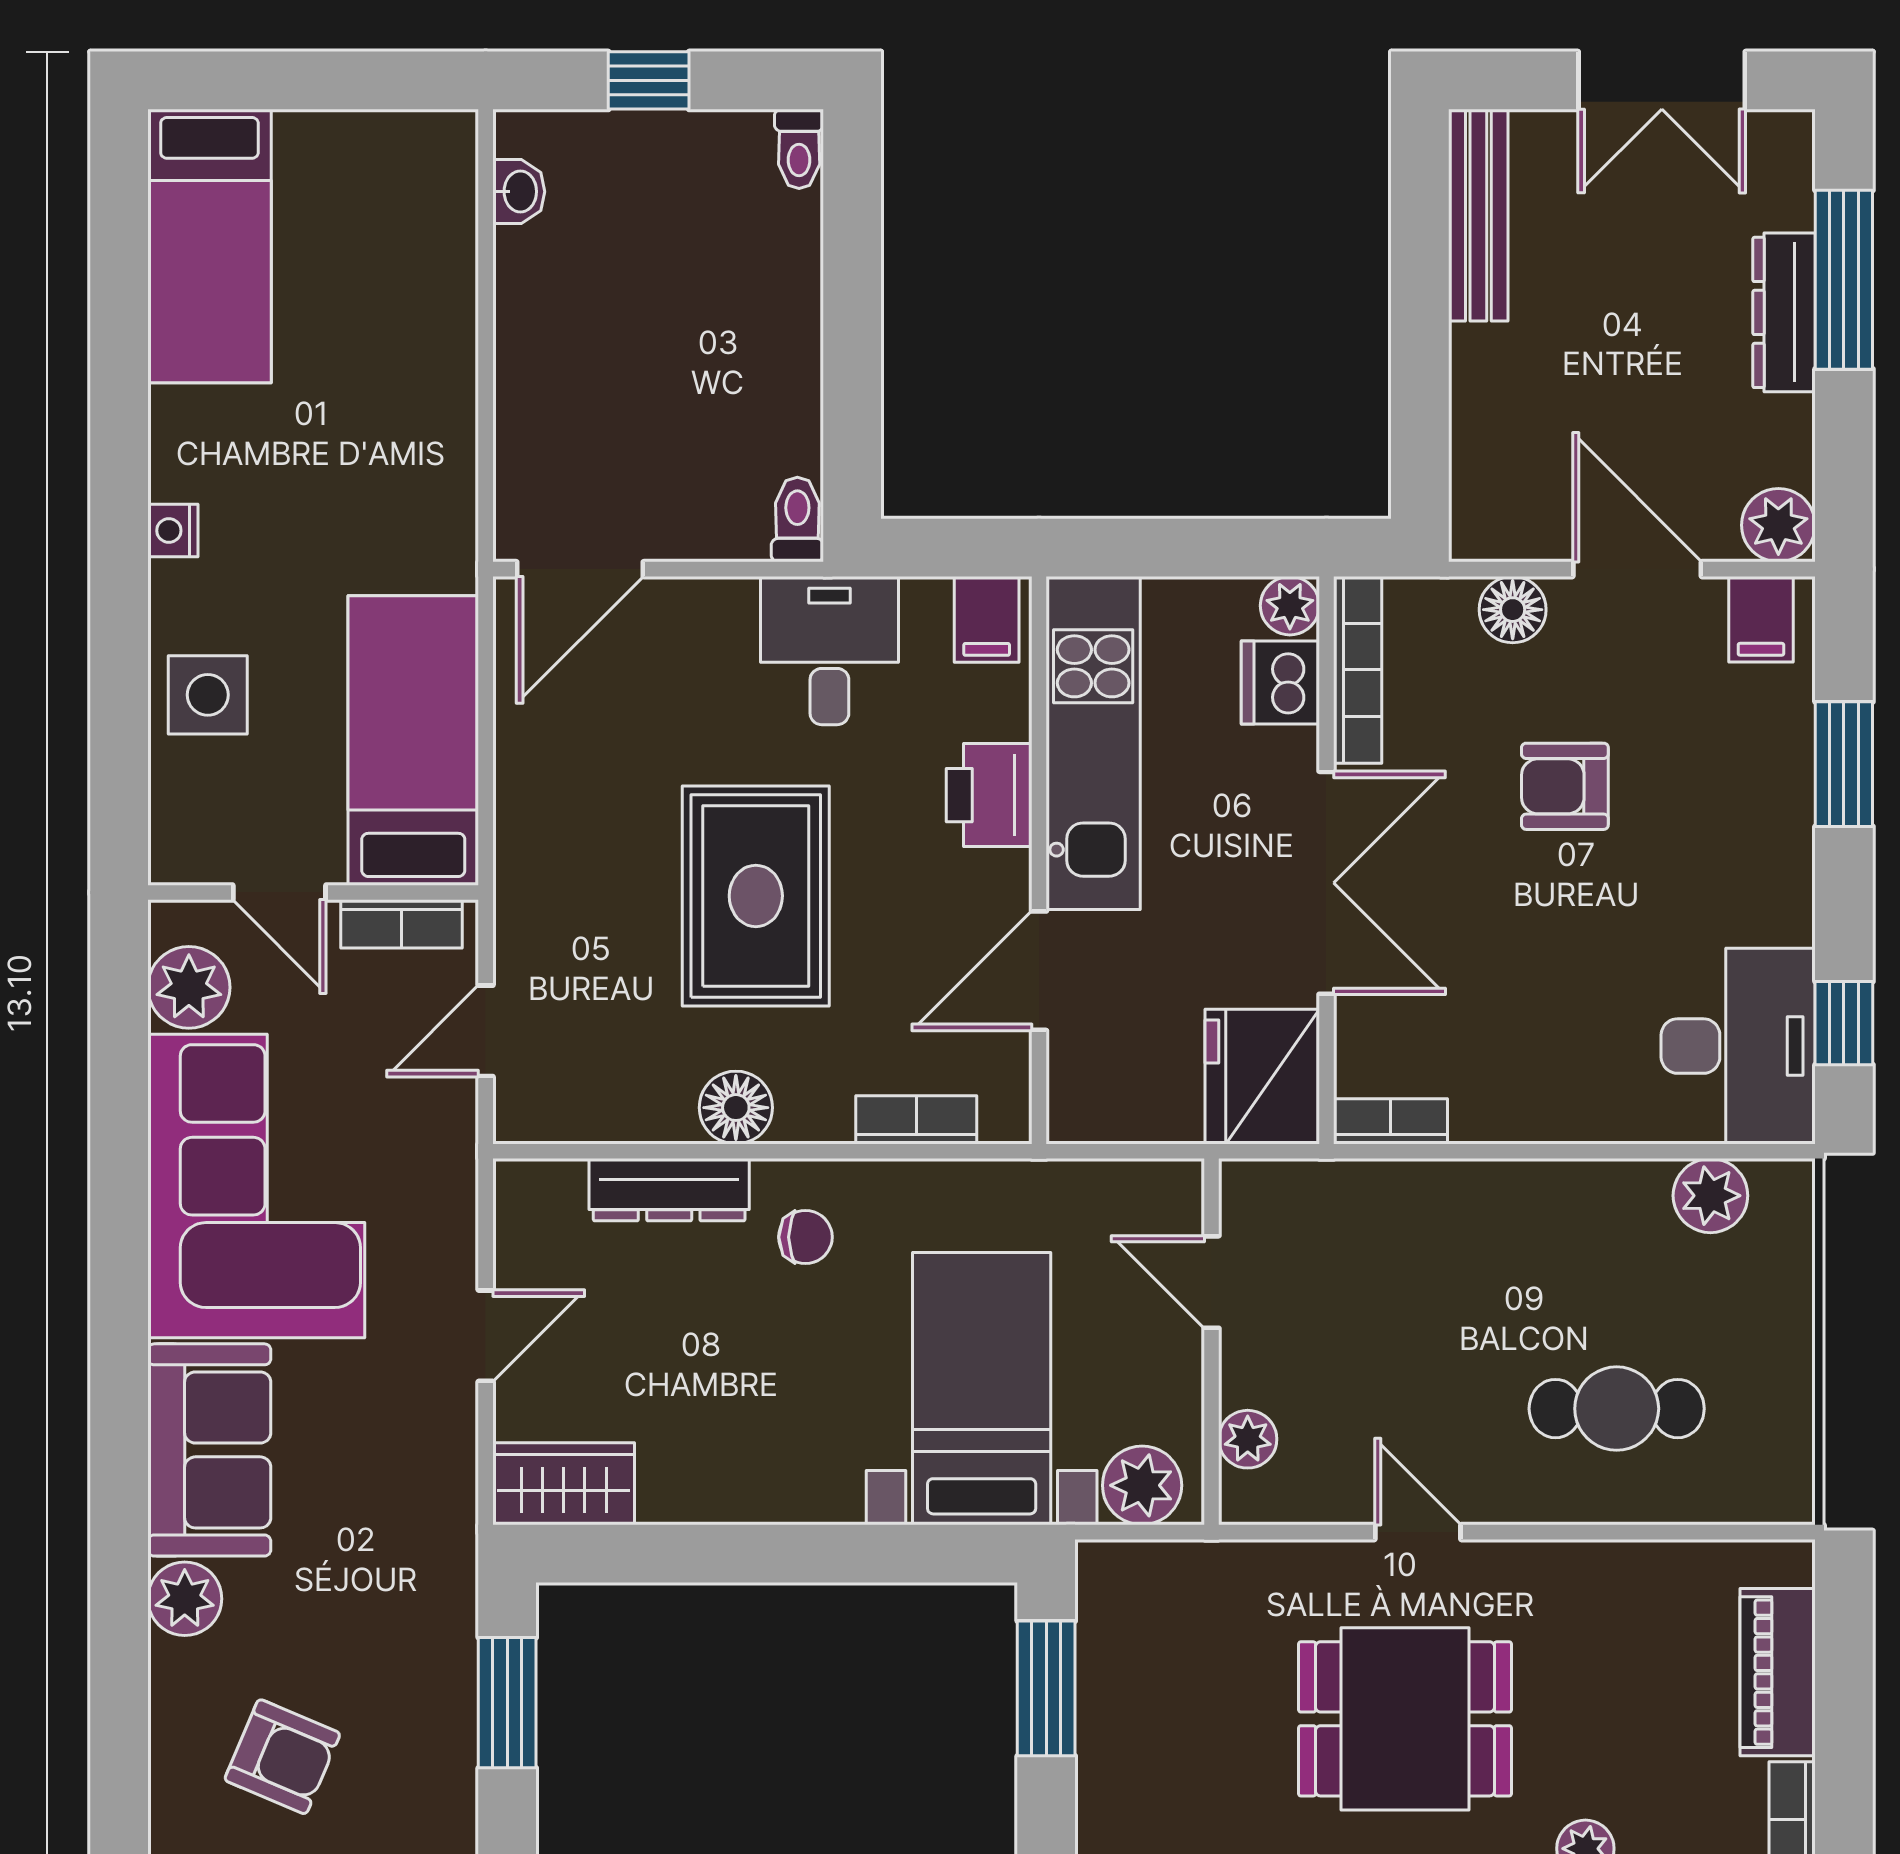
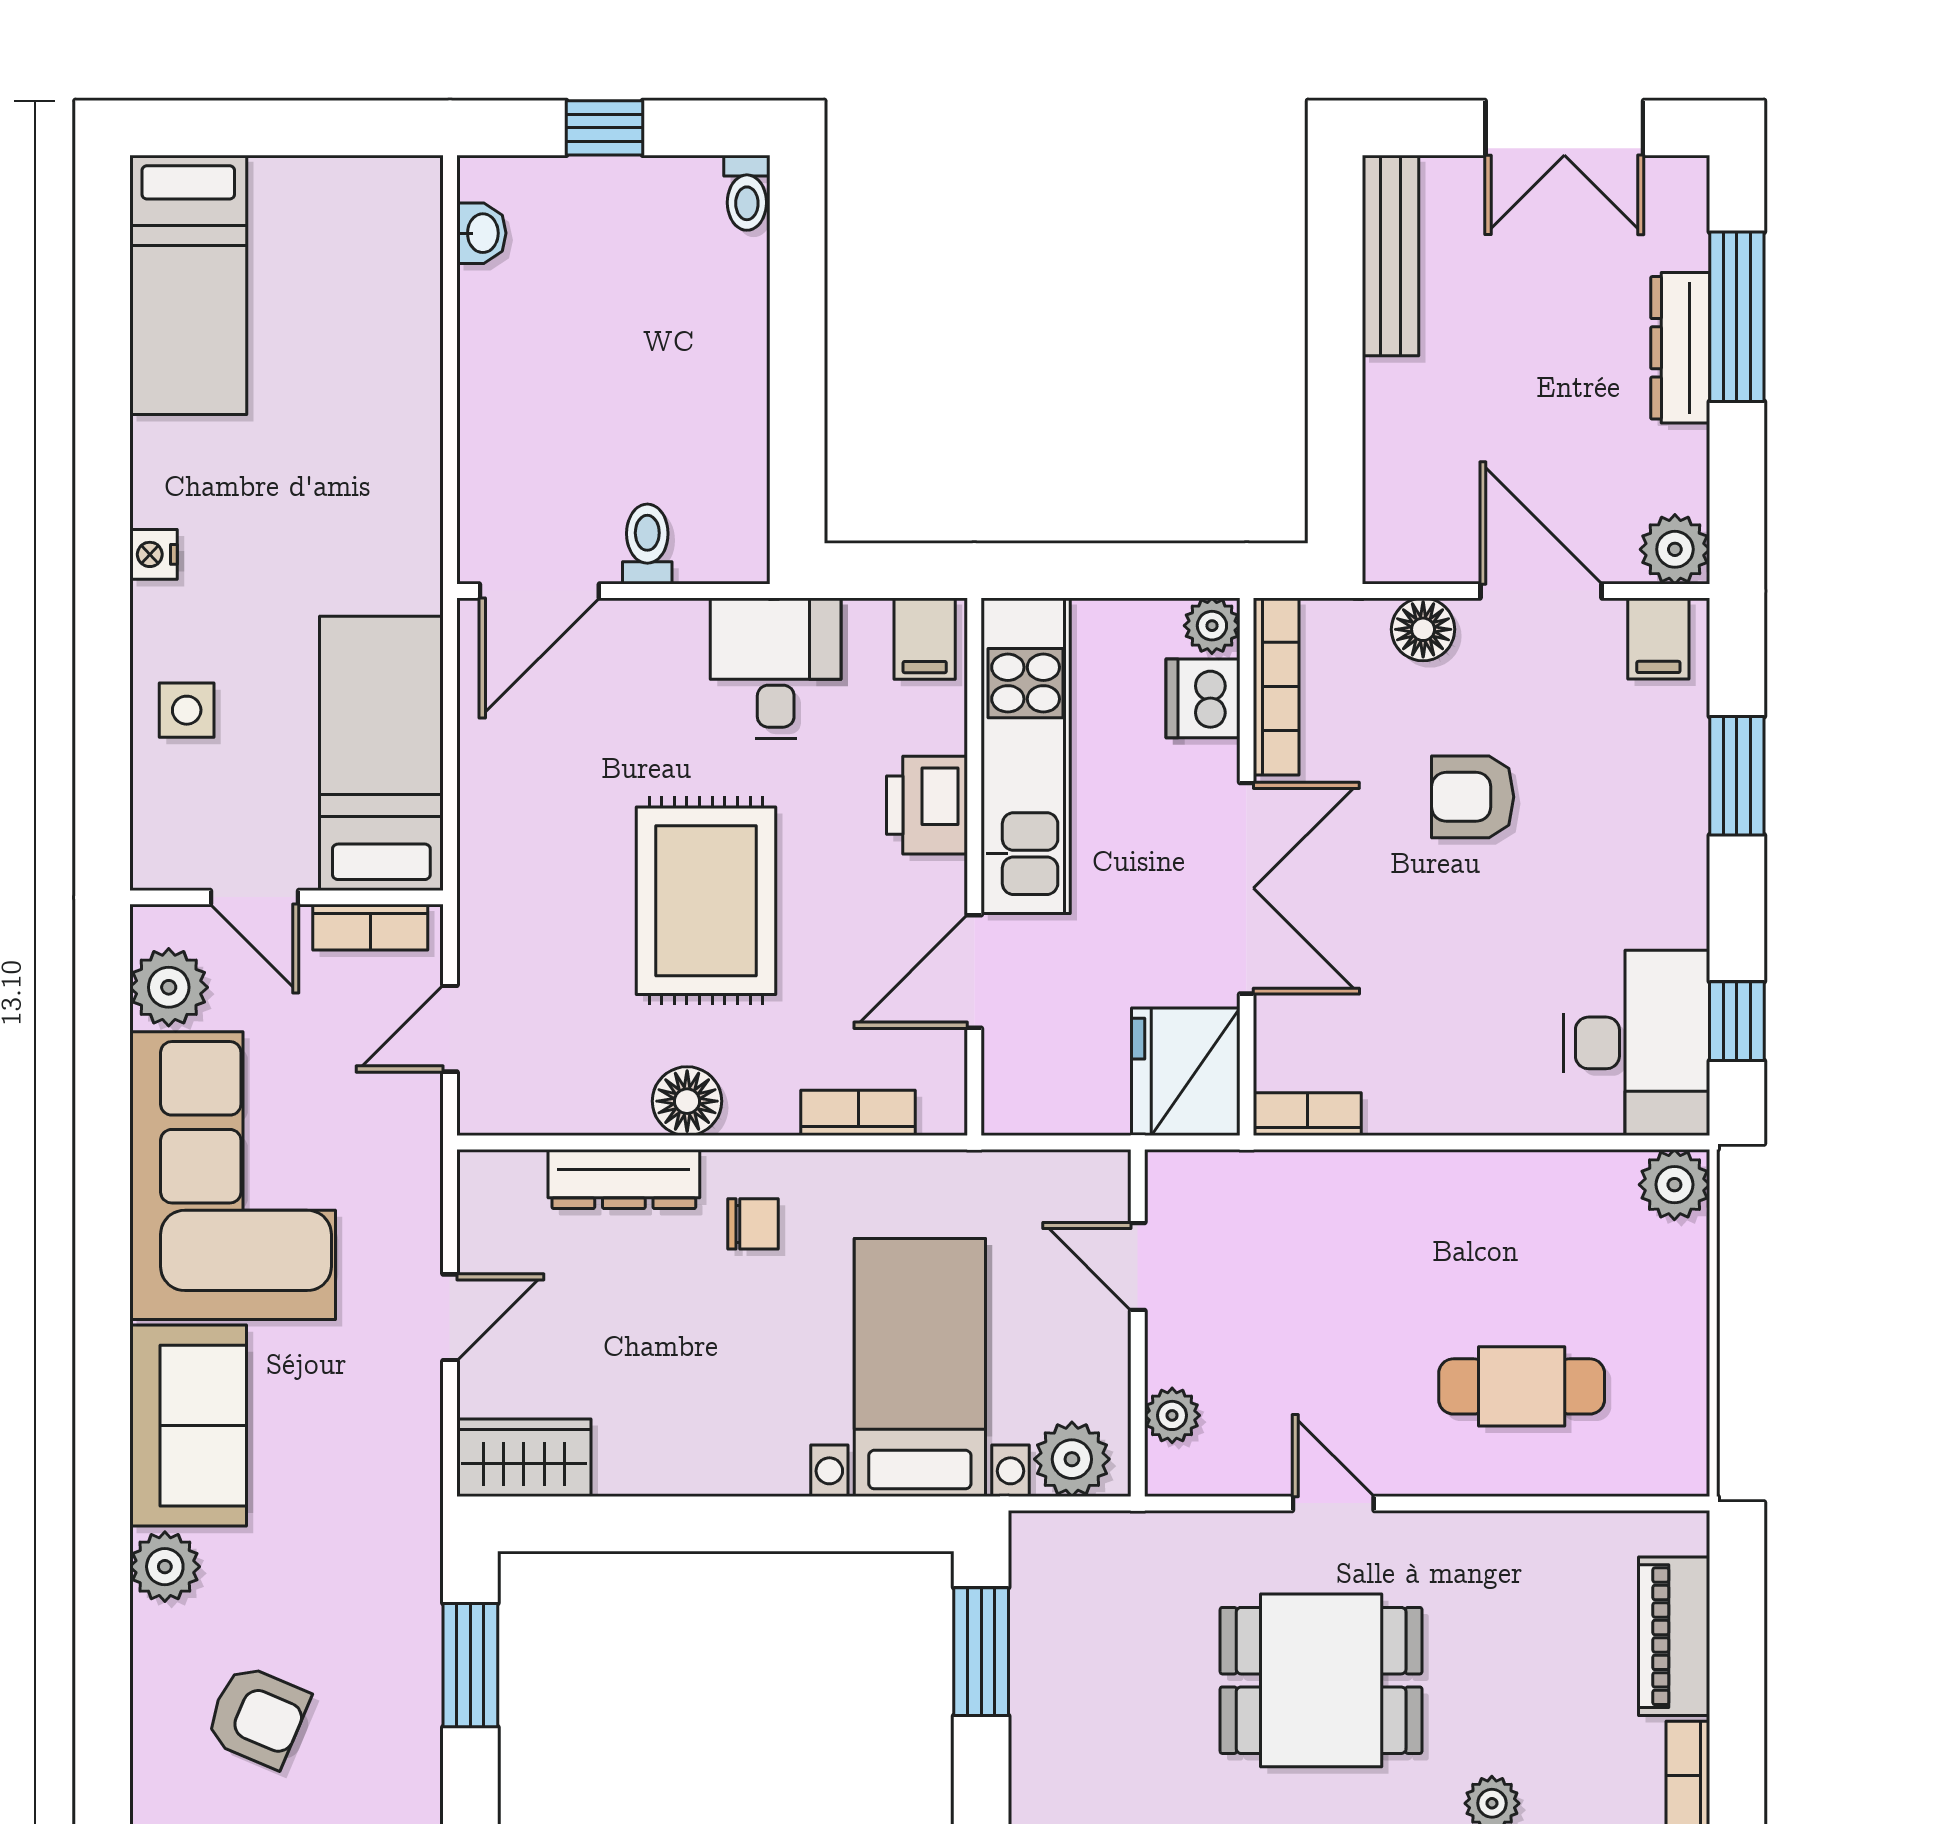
toilet: (797, 520) -> (647, 544), moved
side table: (208, 695) -> (187, 710), width x0.73, depth x0.73
plant: (1710, 1196) -> (1674, 1185), moved

